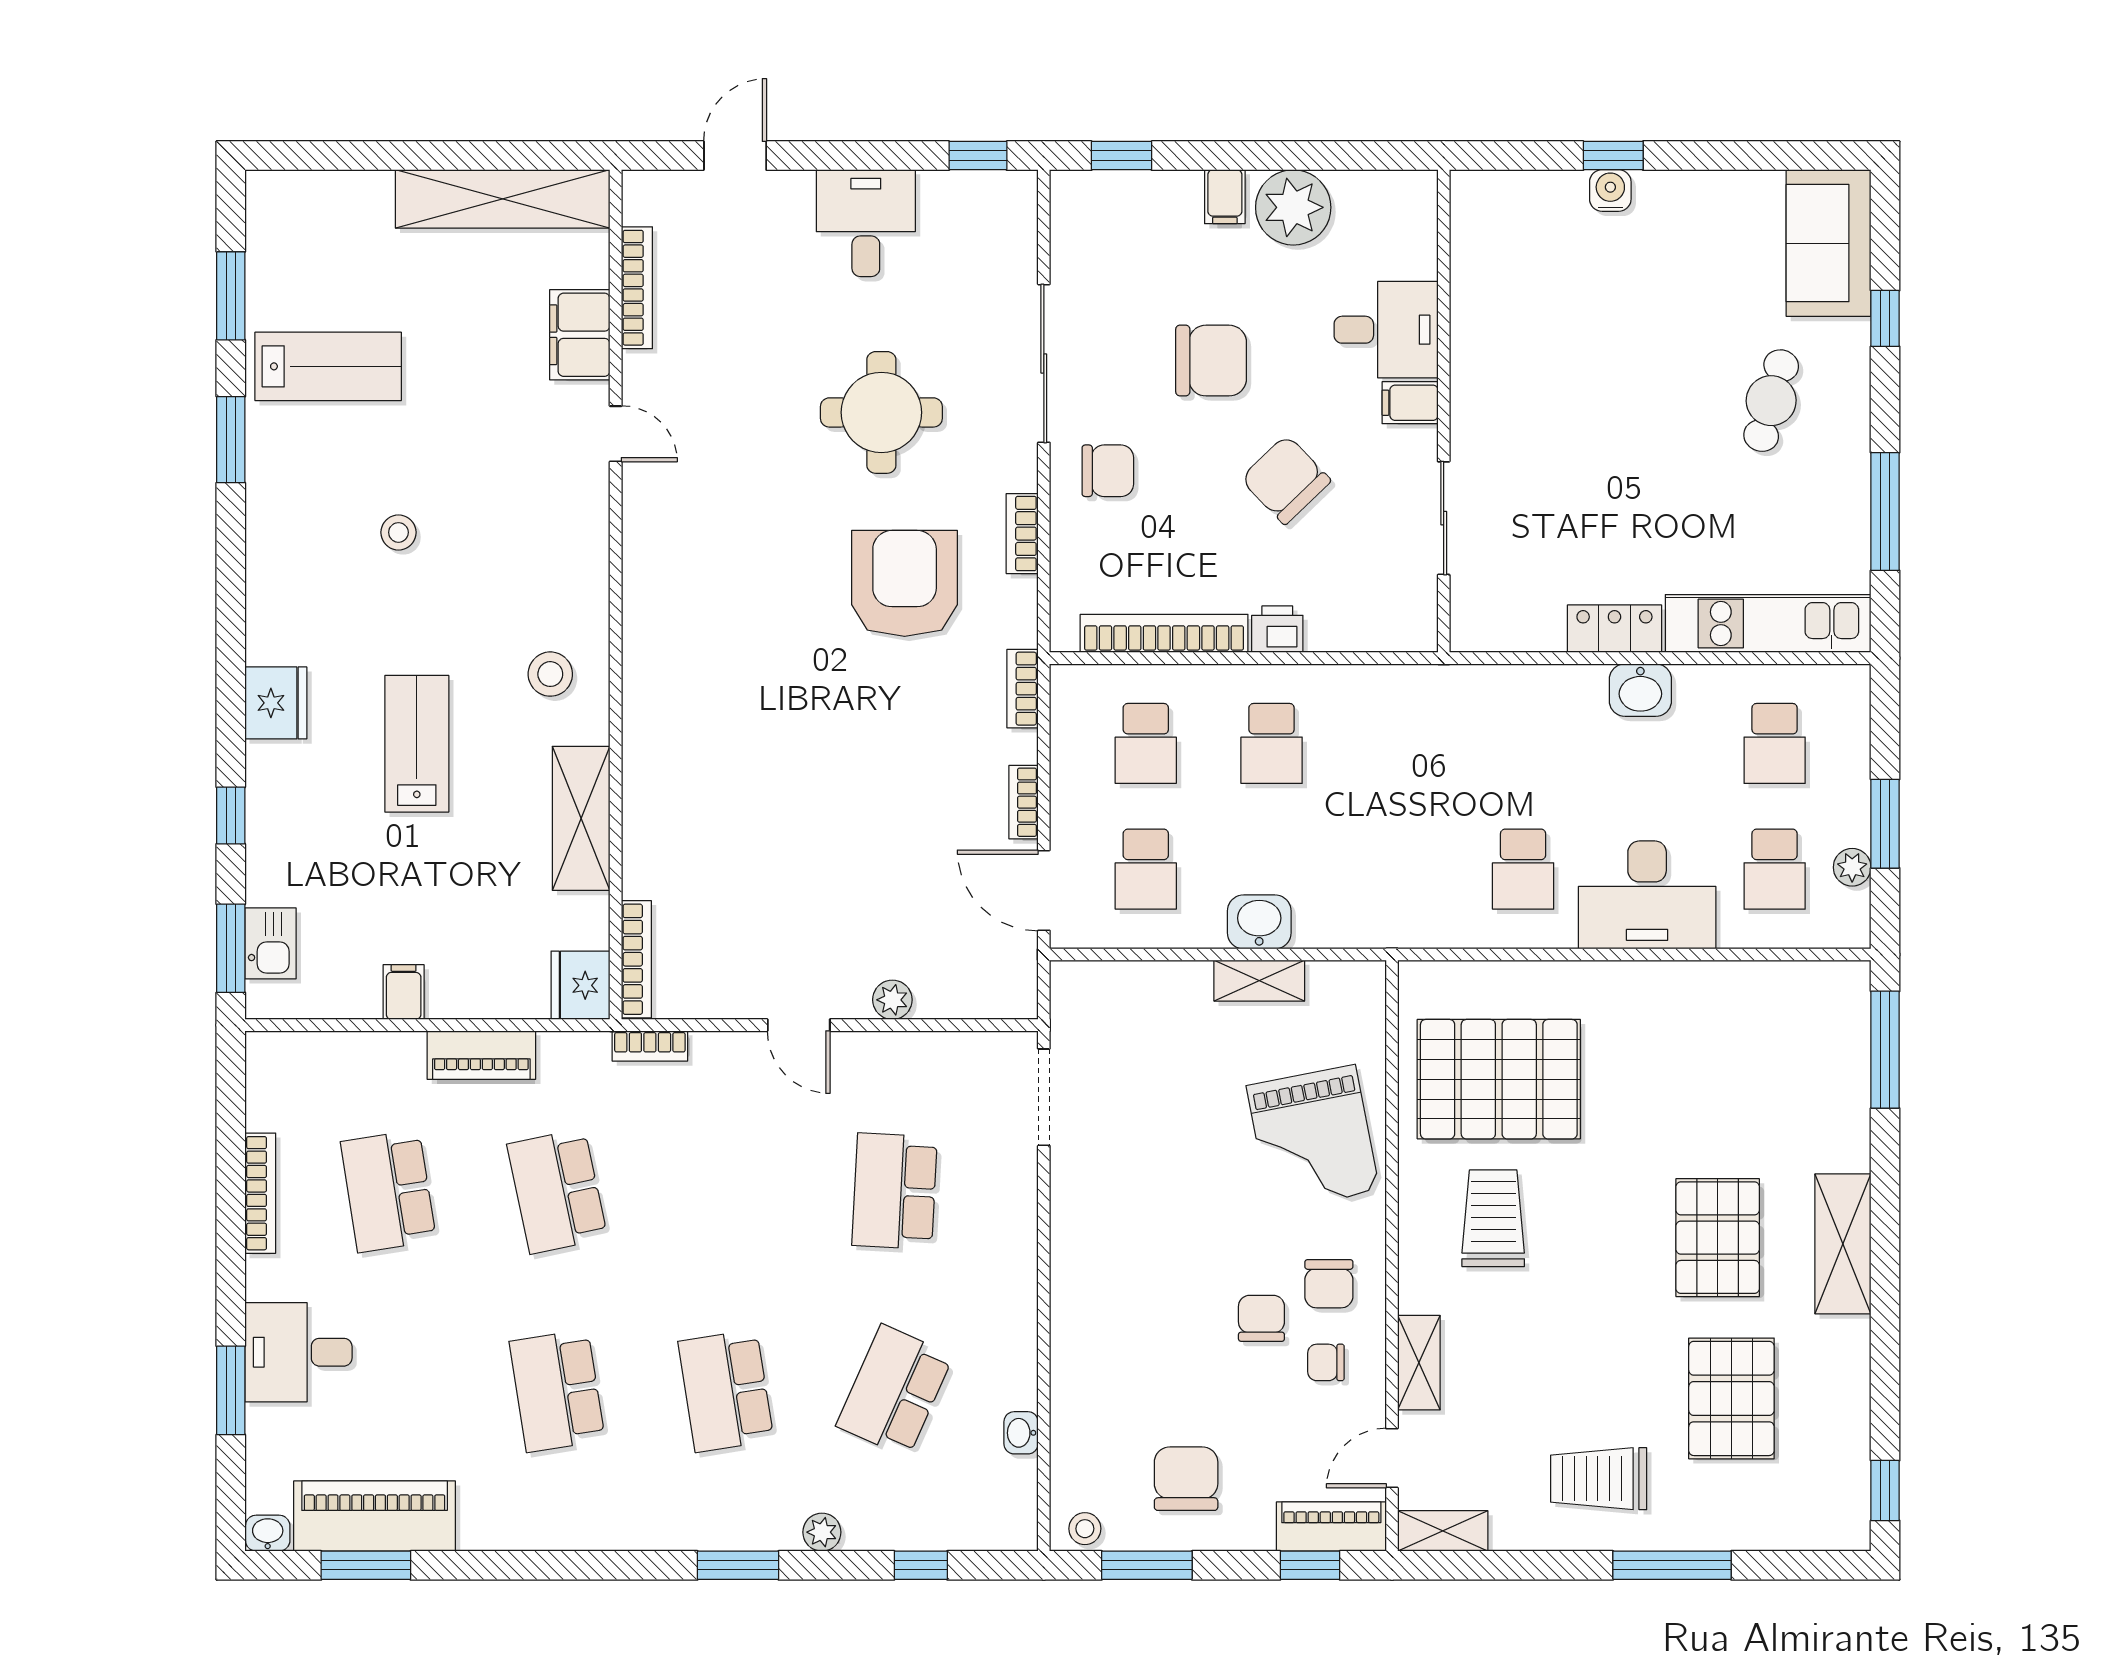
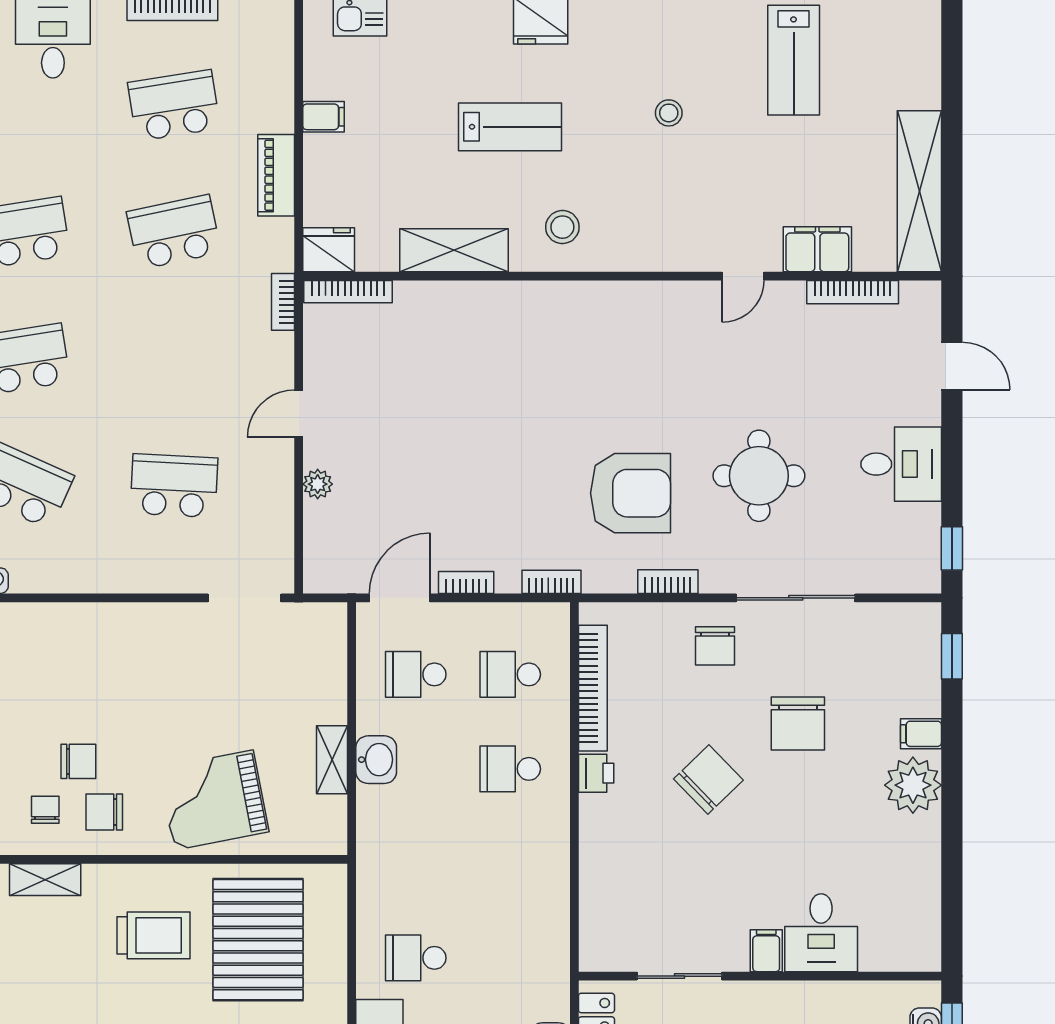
desk: (1386, 330) -> (821, 933), moved
filing cabinet: (1410, 403) -> (766, 951), moved
wall: (1444, 411) -> (760, 976), moved
sliding door: (1444, 518) -> (680, 976), moved

